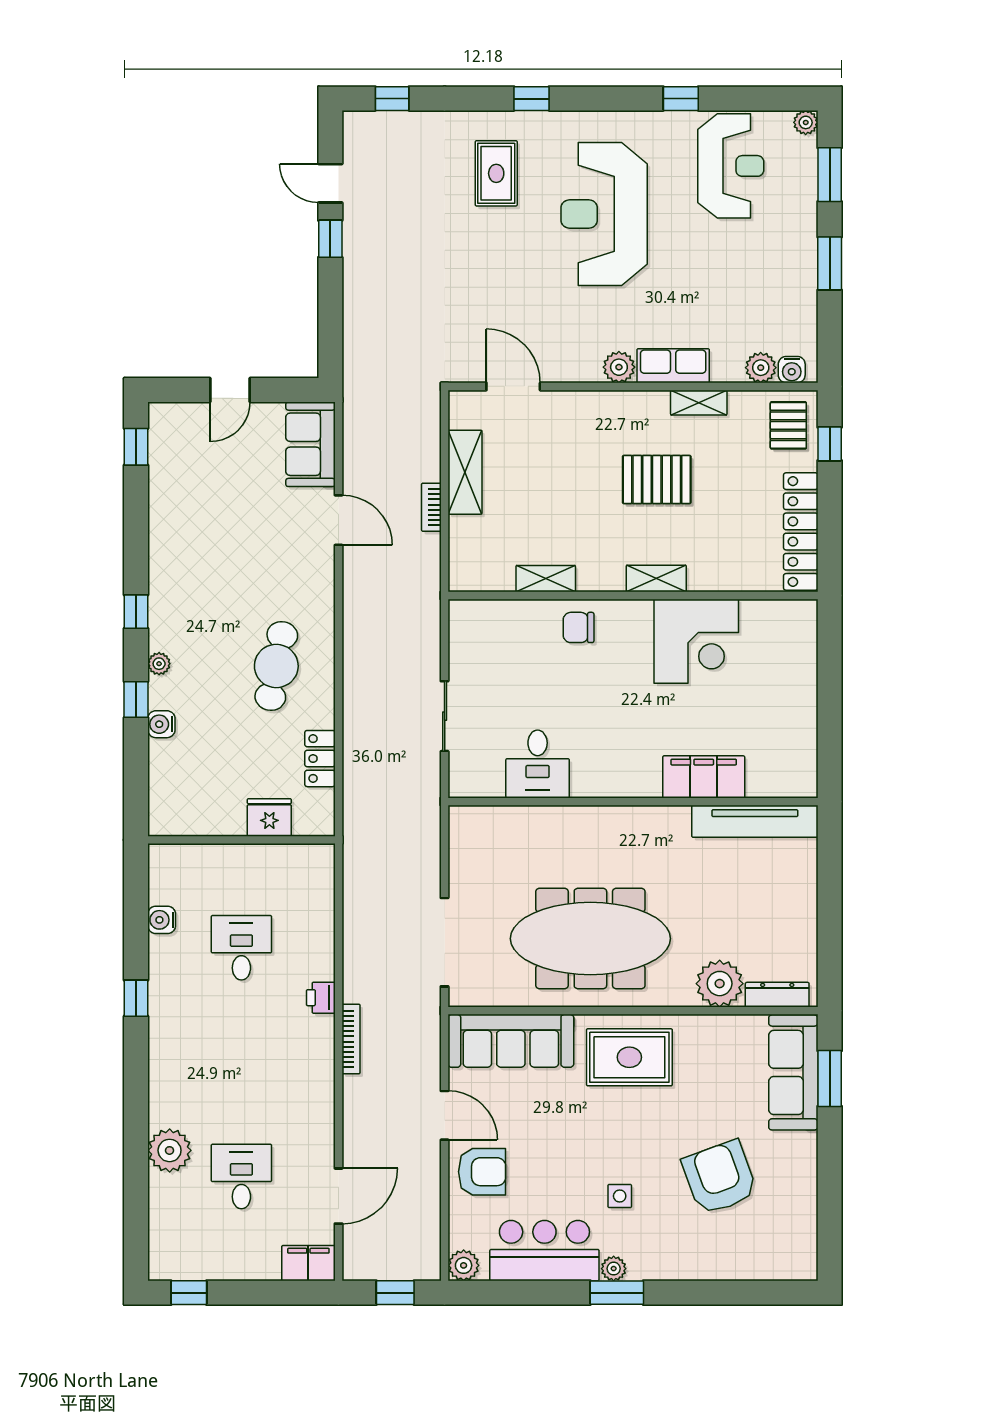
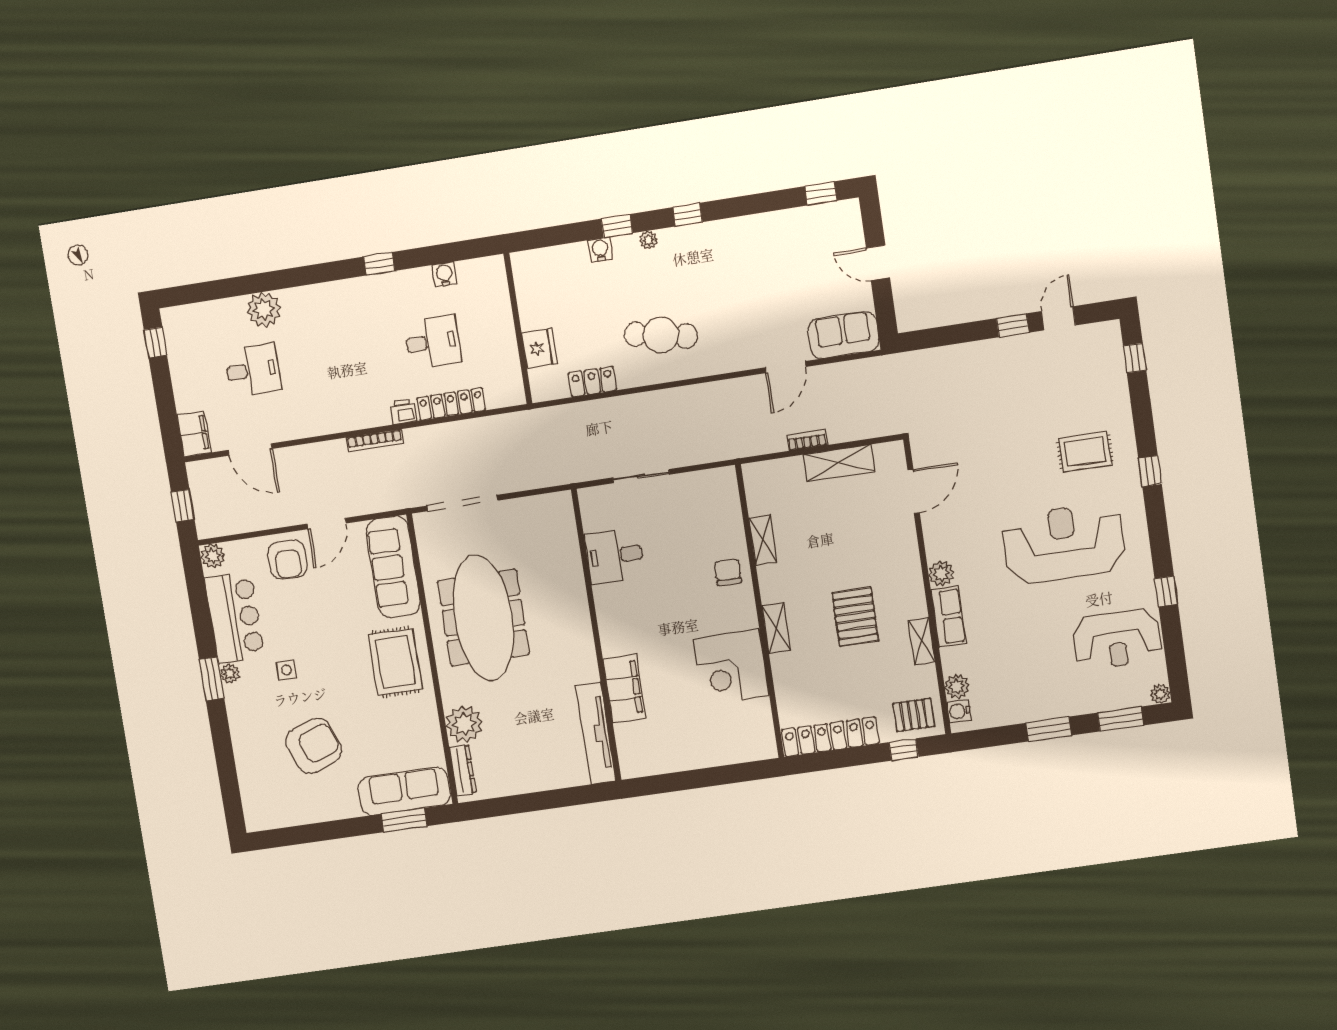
locker: (321, 937) -> (451, 404), added

